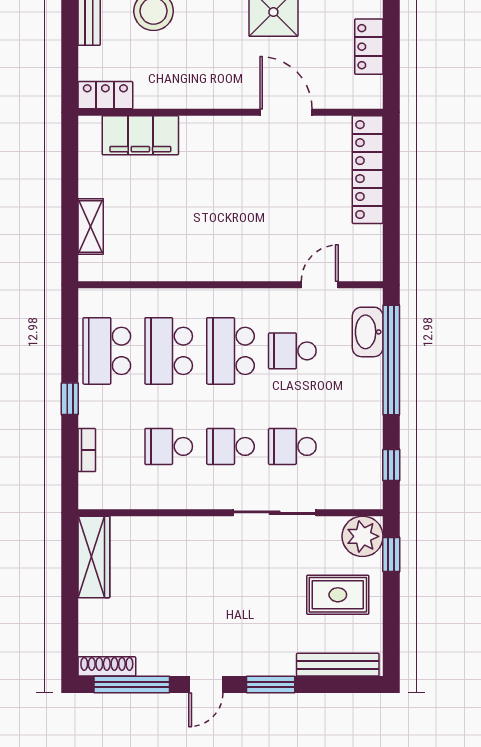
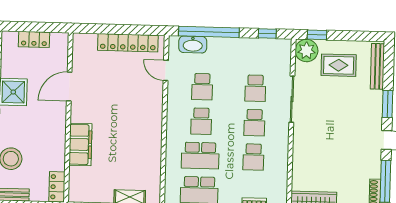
filing cabinet: (140, 135) -> (80, 144), moved
locker: (368, 170) -> (128, 43), moved
school desk: (231, 351) -> (201, 121), width x0.54
rug: (338, 595) -> (339, 65), turned 90

